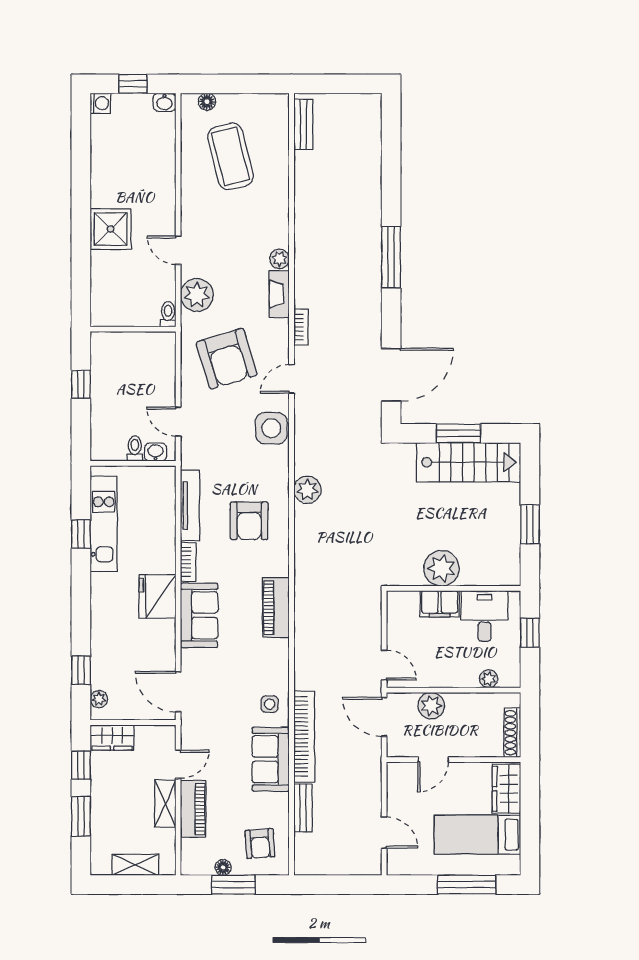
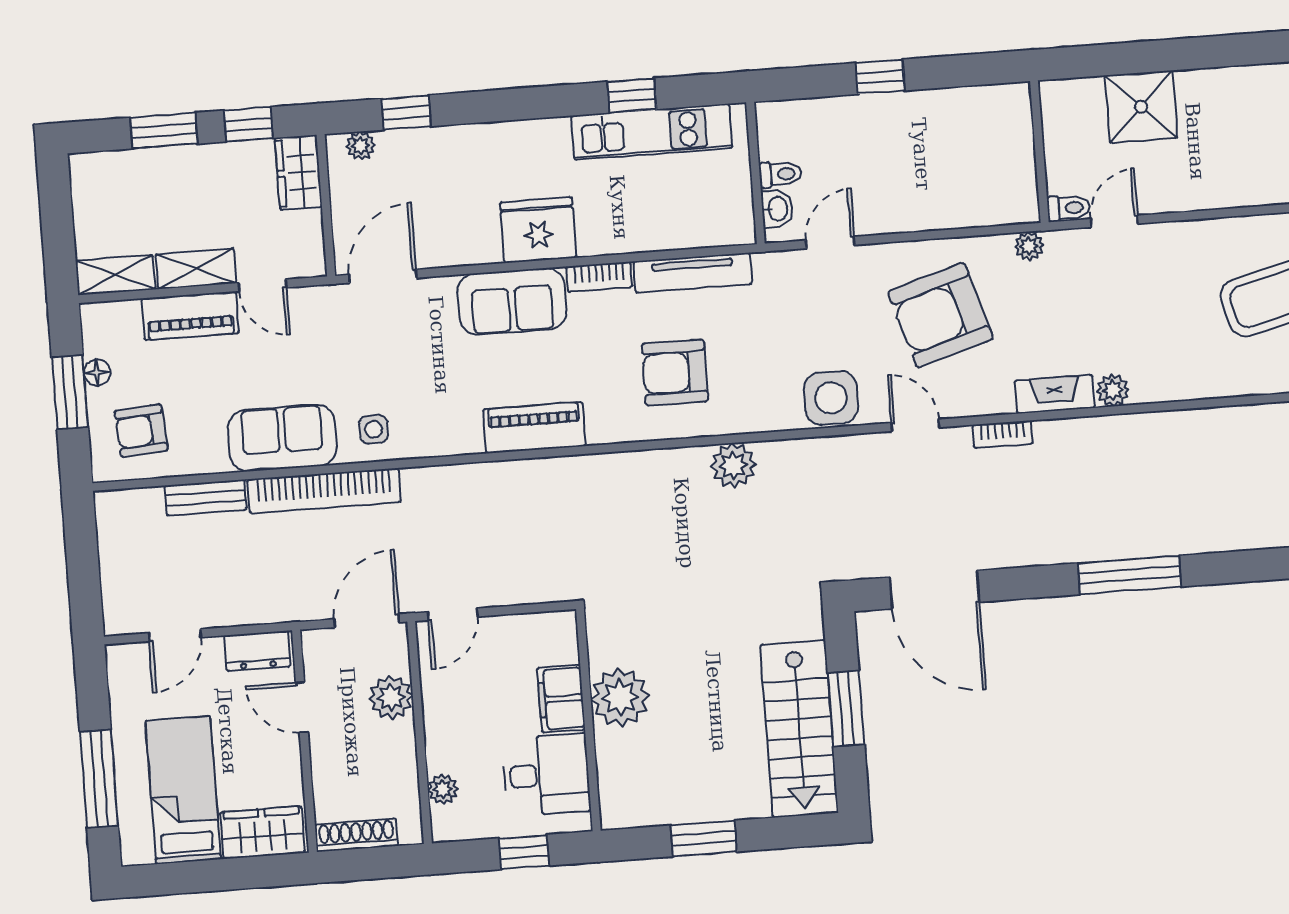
plant: (197, 295) -> (1029, 246), width x0.53, depth x0.53
toilet: (168, 314) -> (1068, 208), moved
wall: (133, 329) -> (1039, 152), moved
dresser: (397, 784) -> (257, 651), added
shelving: (135, 865) -> (115, 275), moved, turned 90

